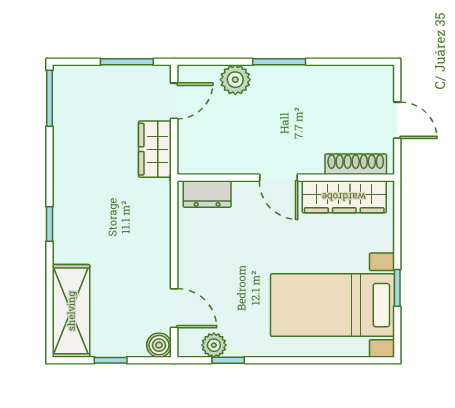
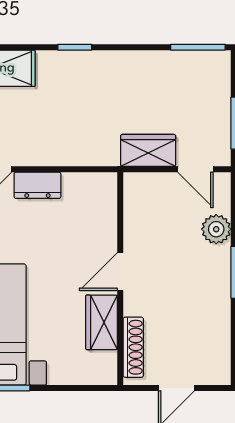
dresser: (207, 194) -> (37, 185), moved, turned -90
wardrobe: (344, 197) -> (101, 322), width x0.67

